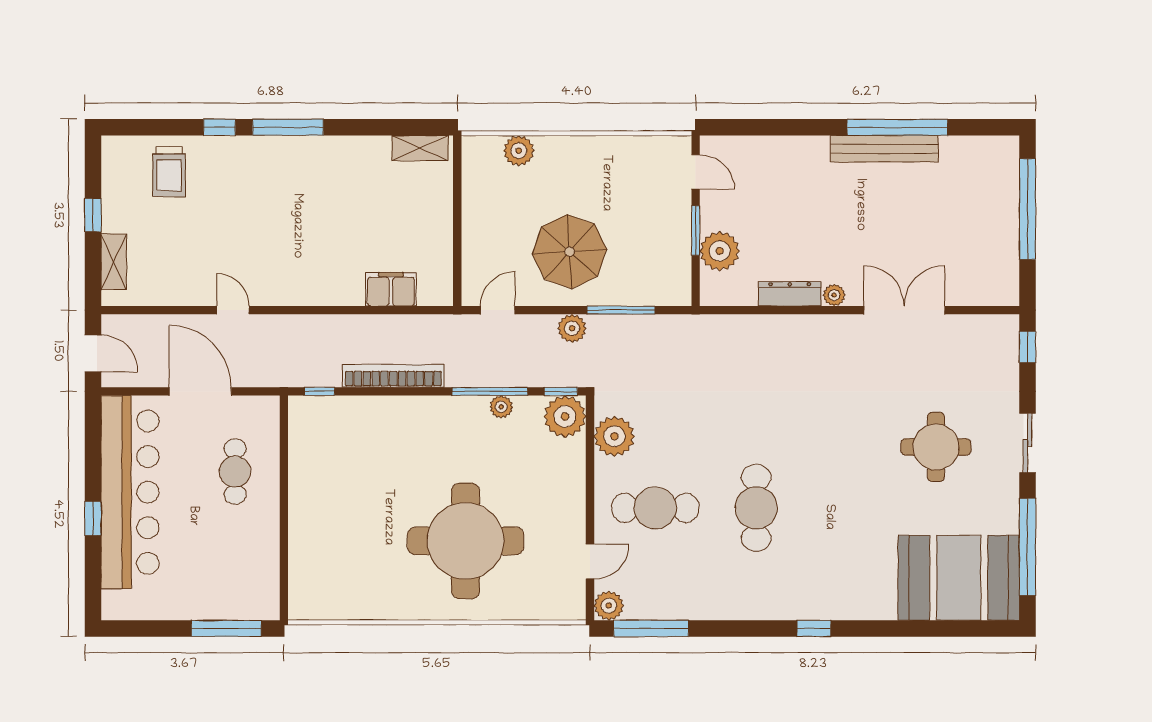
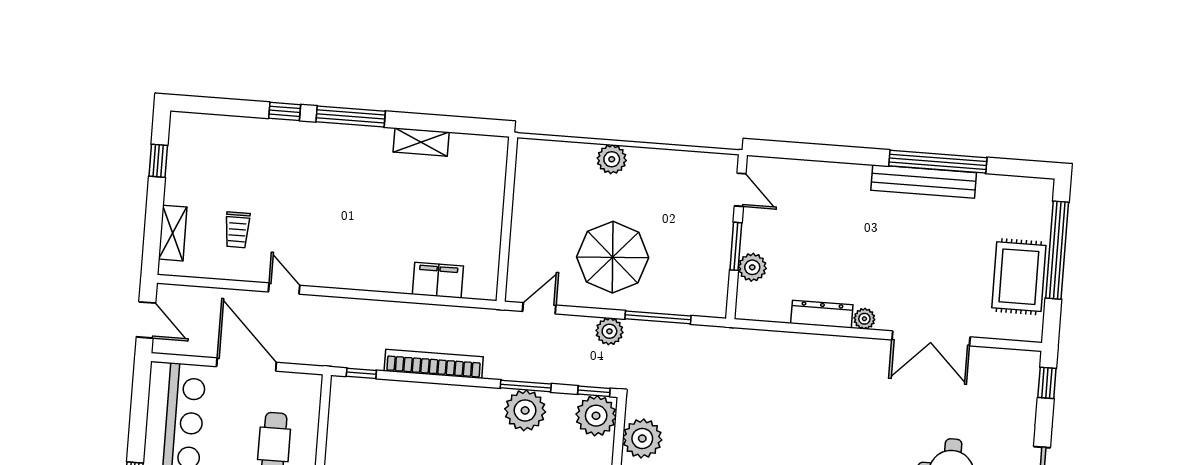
shelving: (420, 148) -> (421, 142), moved
plant: (519, 151) -> (612, 159), moved
trolley: (169, 172) -> (237, 230), moved, width x0.73, depth x0.72
window: (93, 215) -> (158, 161), moved
rug: (990, 239) -> (1019, 277), added
plant: (720, 251) -> (752, 267), width x0.73, depth x0.73
double door: (904, 310) -> (931, 338), swing flipped
window: (490, 391) -> (526, 386), width x0.69
plant: (501, 407) -> (525, 410), width x1.87, depth x1.87

